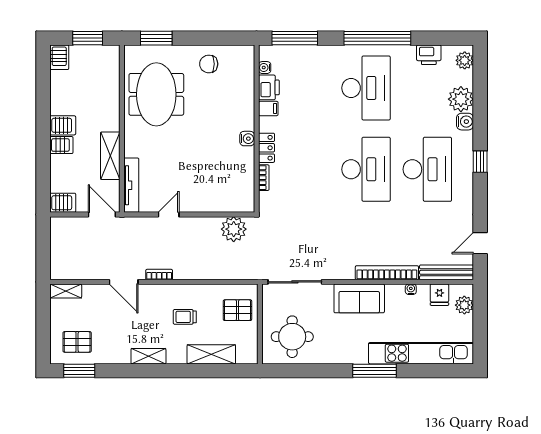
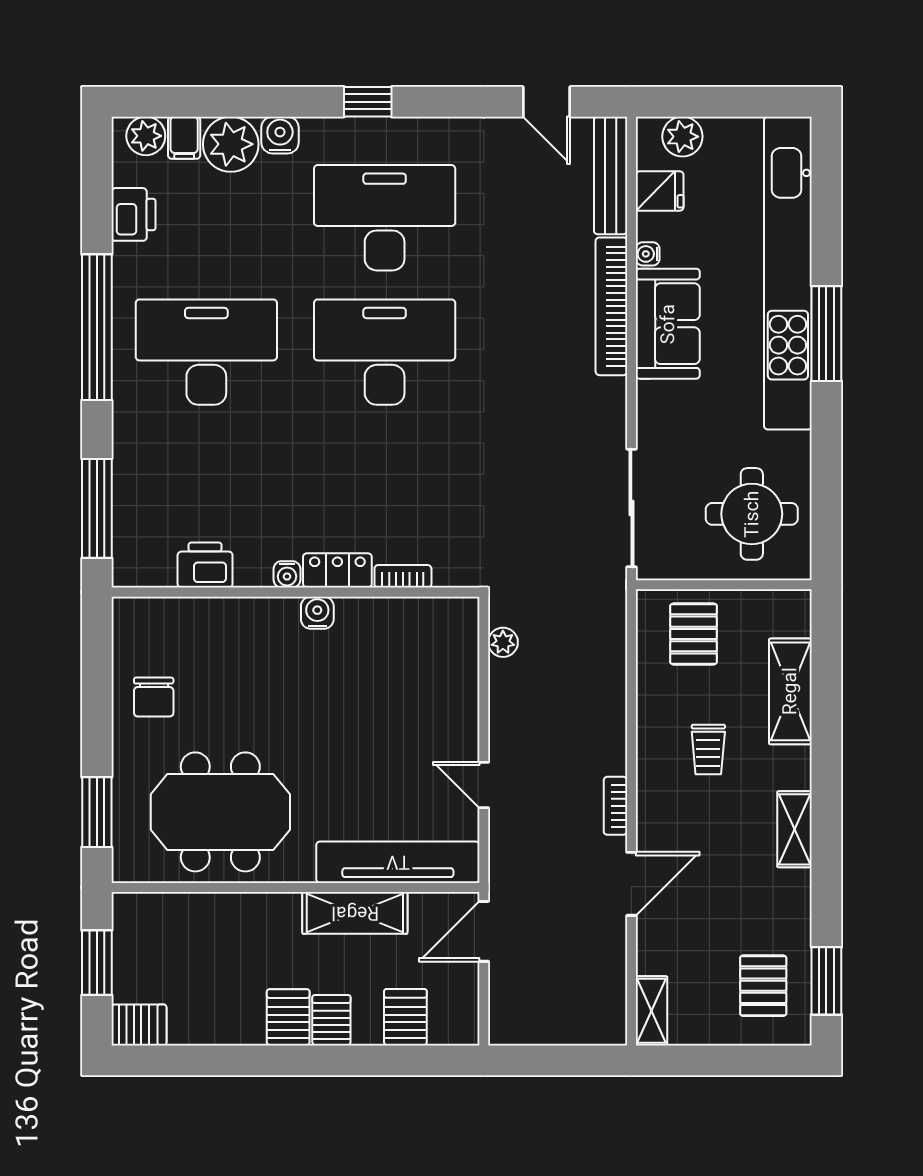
water cooler: (265, 68) -> (287, 574), moved
filing cabinet: (268, 109) -> (184, 138), moved, turned 180
tv unit: (131, 185) -> (398, 862), width x1.36, depth x1.29
server rack: (63, 203) -> (405, 1017), moved
plant: (234, 229) -> (503, 642), width x0.53, depth x0.53
sofa: (359, 298) -> (668, 324), moved
kitchen unit: (421, 353) -> (788, 273), width x1.36

